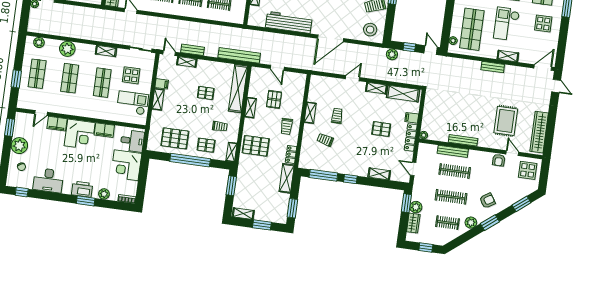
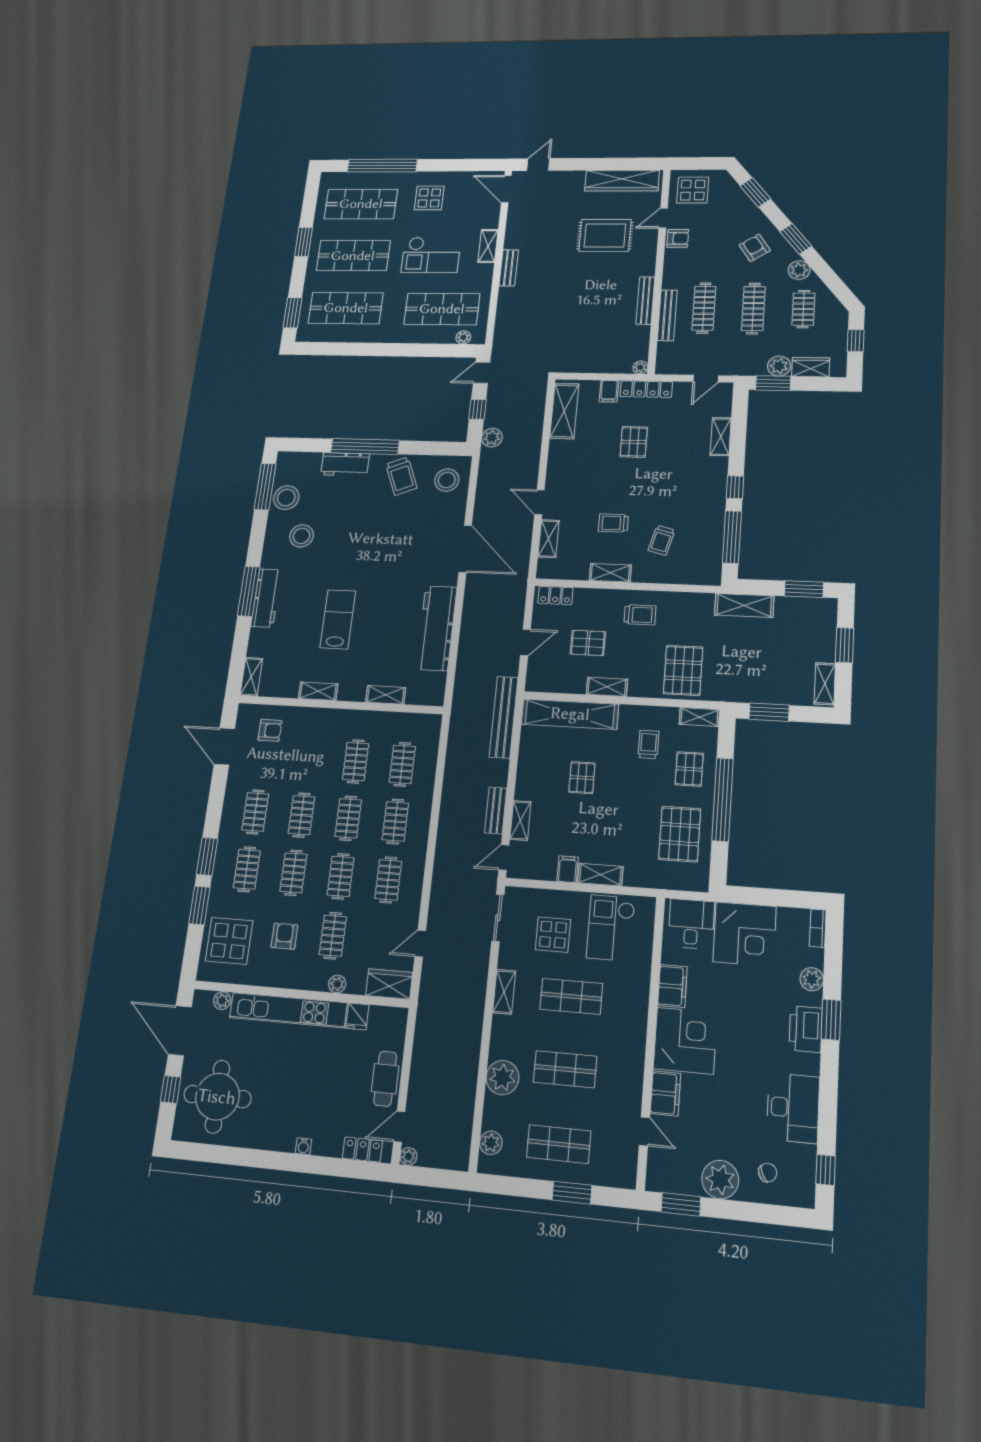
shelving: (376, 88) -> (549, 539), moved
locker: (291, 154) -> (555, 595), moved

